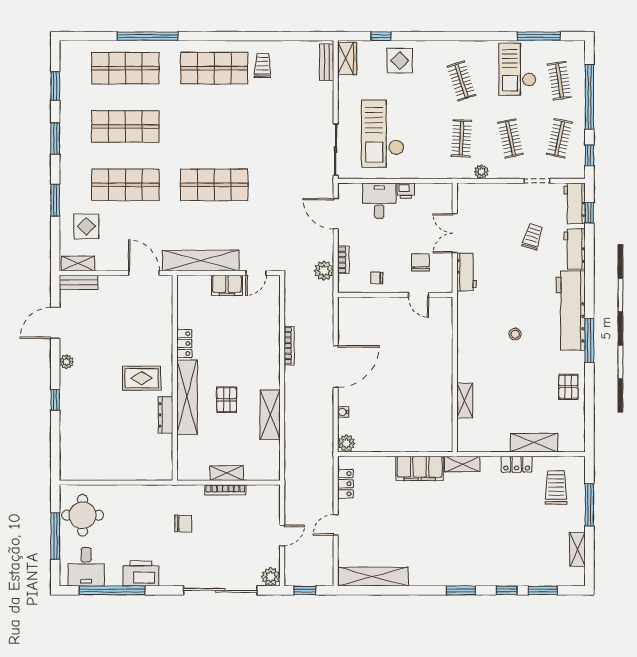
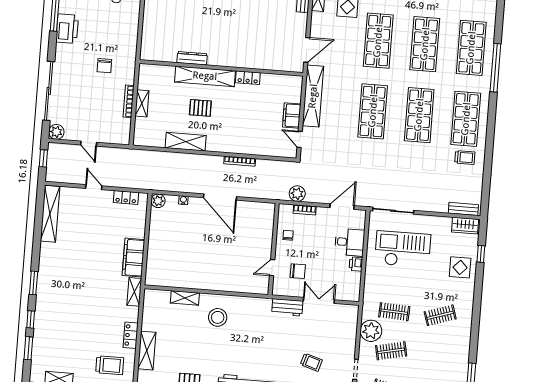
checkout: (517, 69) -> (446, 361), removed
shop shelf: (214, 126) -> (419, 115), added
plant: (481, 172) -> (371, 331), width x1.87, depth x1.87
stool: (515, 334) -> (218, 317), moved, width x1.89, depth x1.89
rug: (142, 378) -> (223, 41), removed

